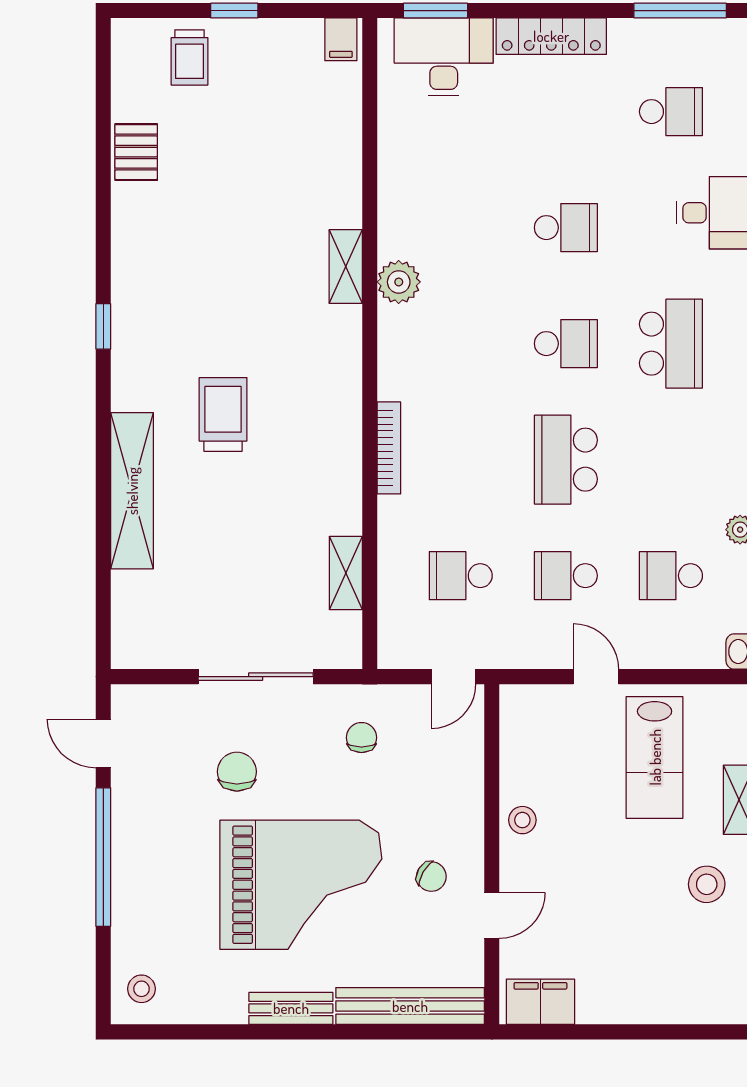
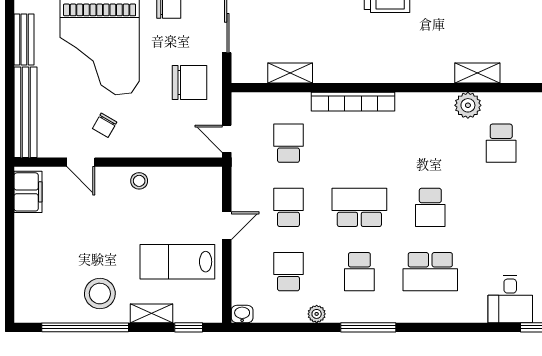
school desk: (566, 228) -> (501, 143), moved
bookcase: (389, 448) -> (353, 102), width x1.48, depth x1.31
school desk: (671, 460) -> (359, 272), added
chair: (361, 738) -> (190, 83), width x1.87, depth x1.87
stool: (707, 884) -> (100, 294), width x1.38, depth x1.38

